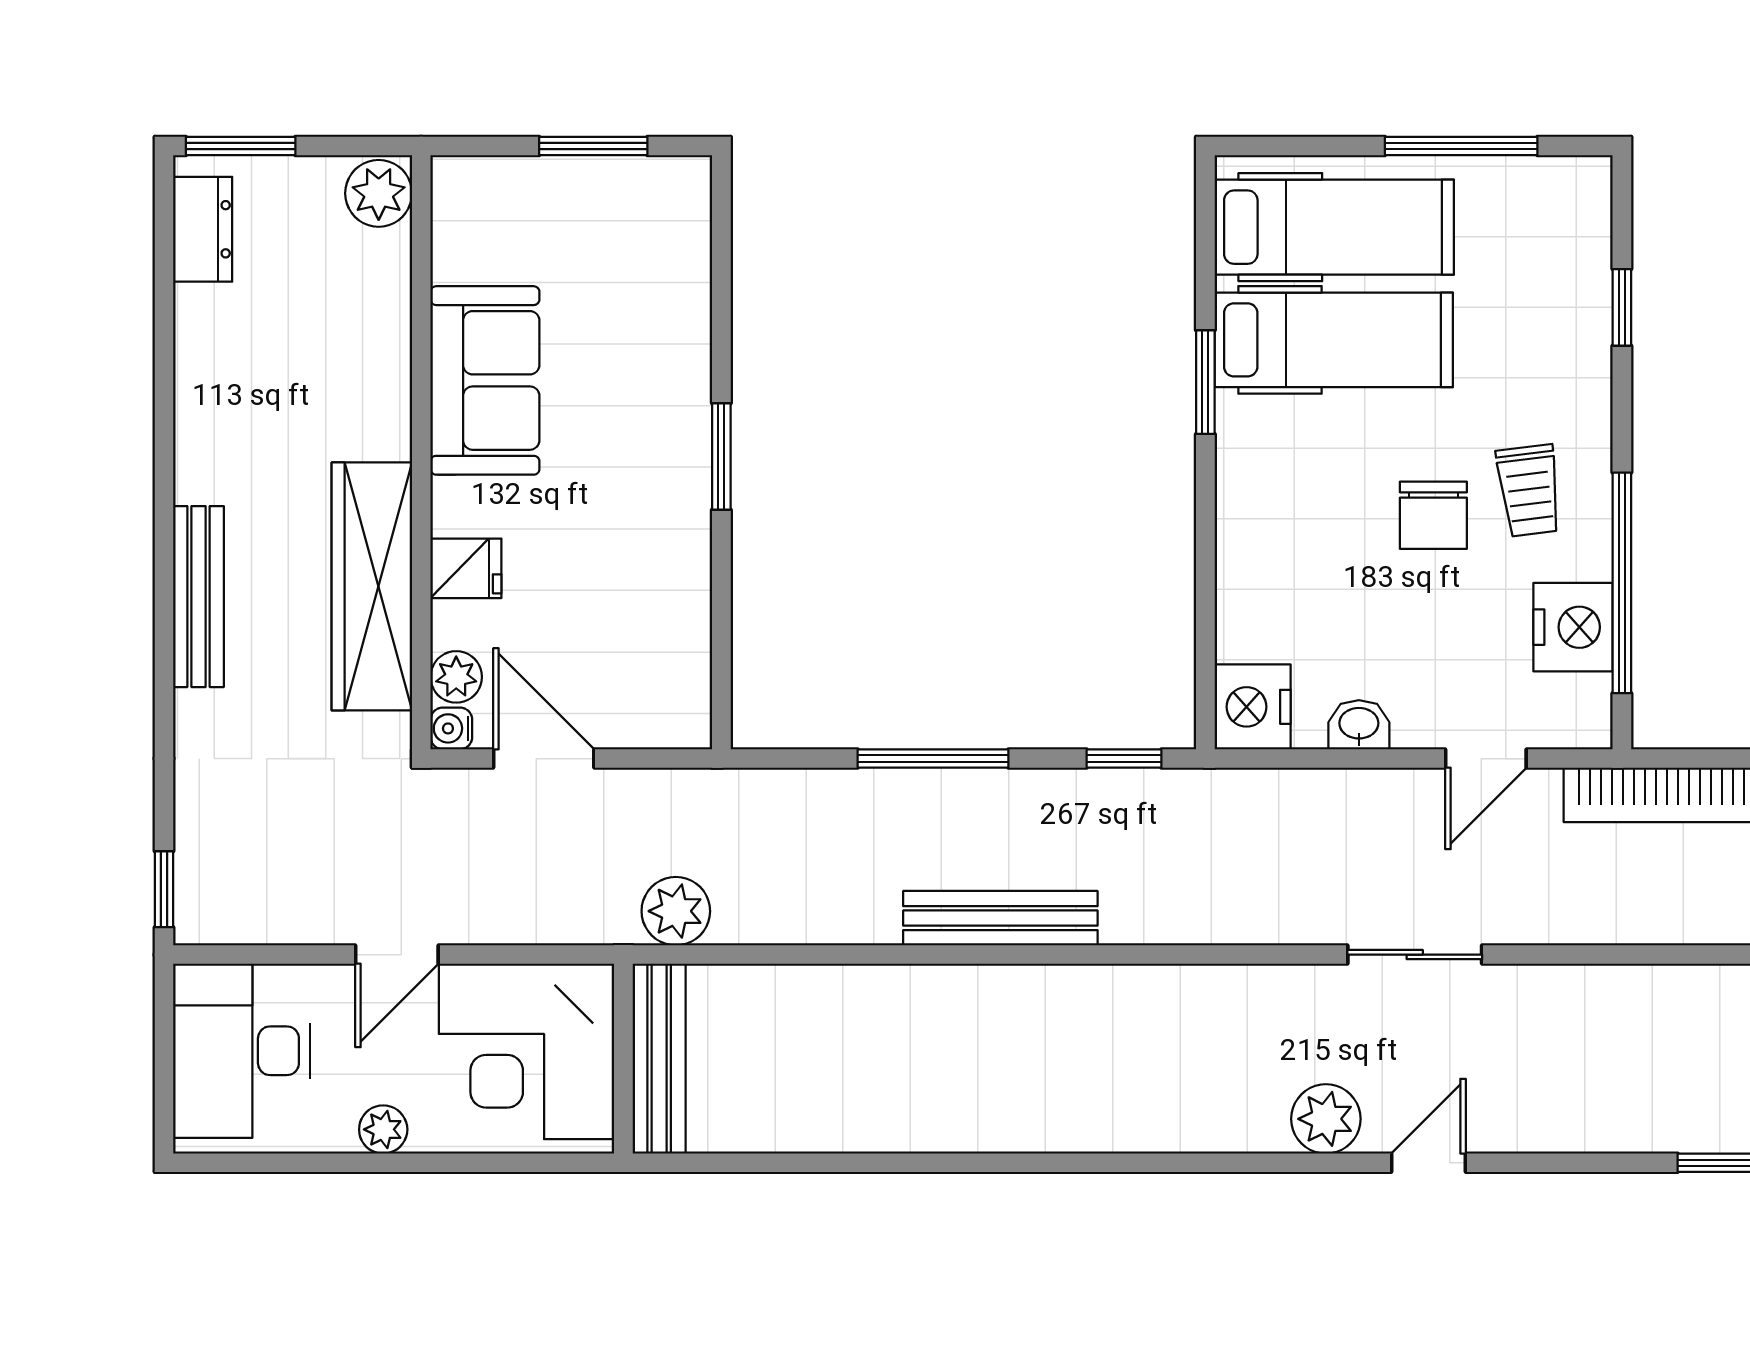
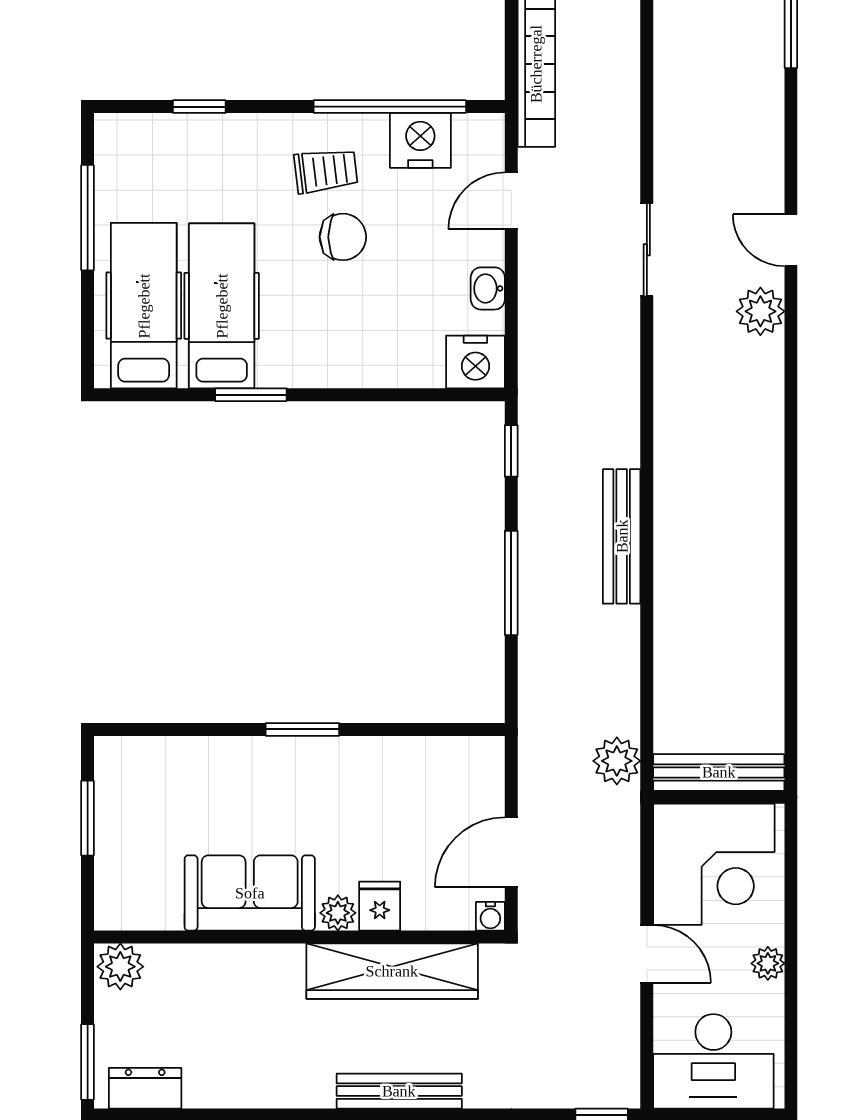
plant: (456, 677) -> (338, 913), moved
door: (1486, 759) -> (511, 201), swing flipped

